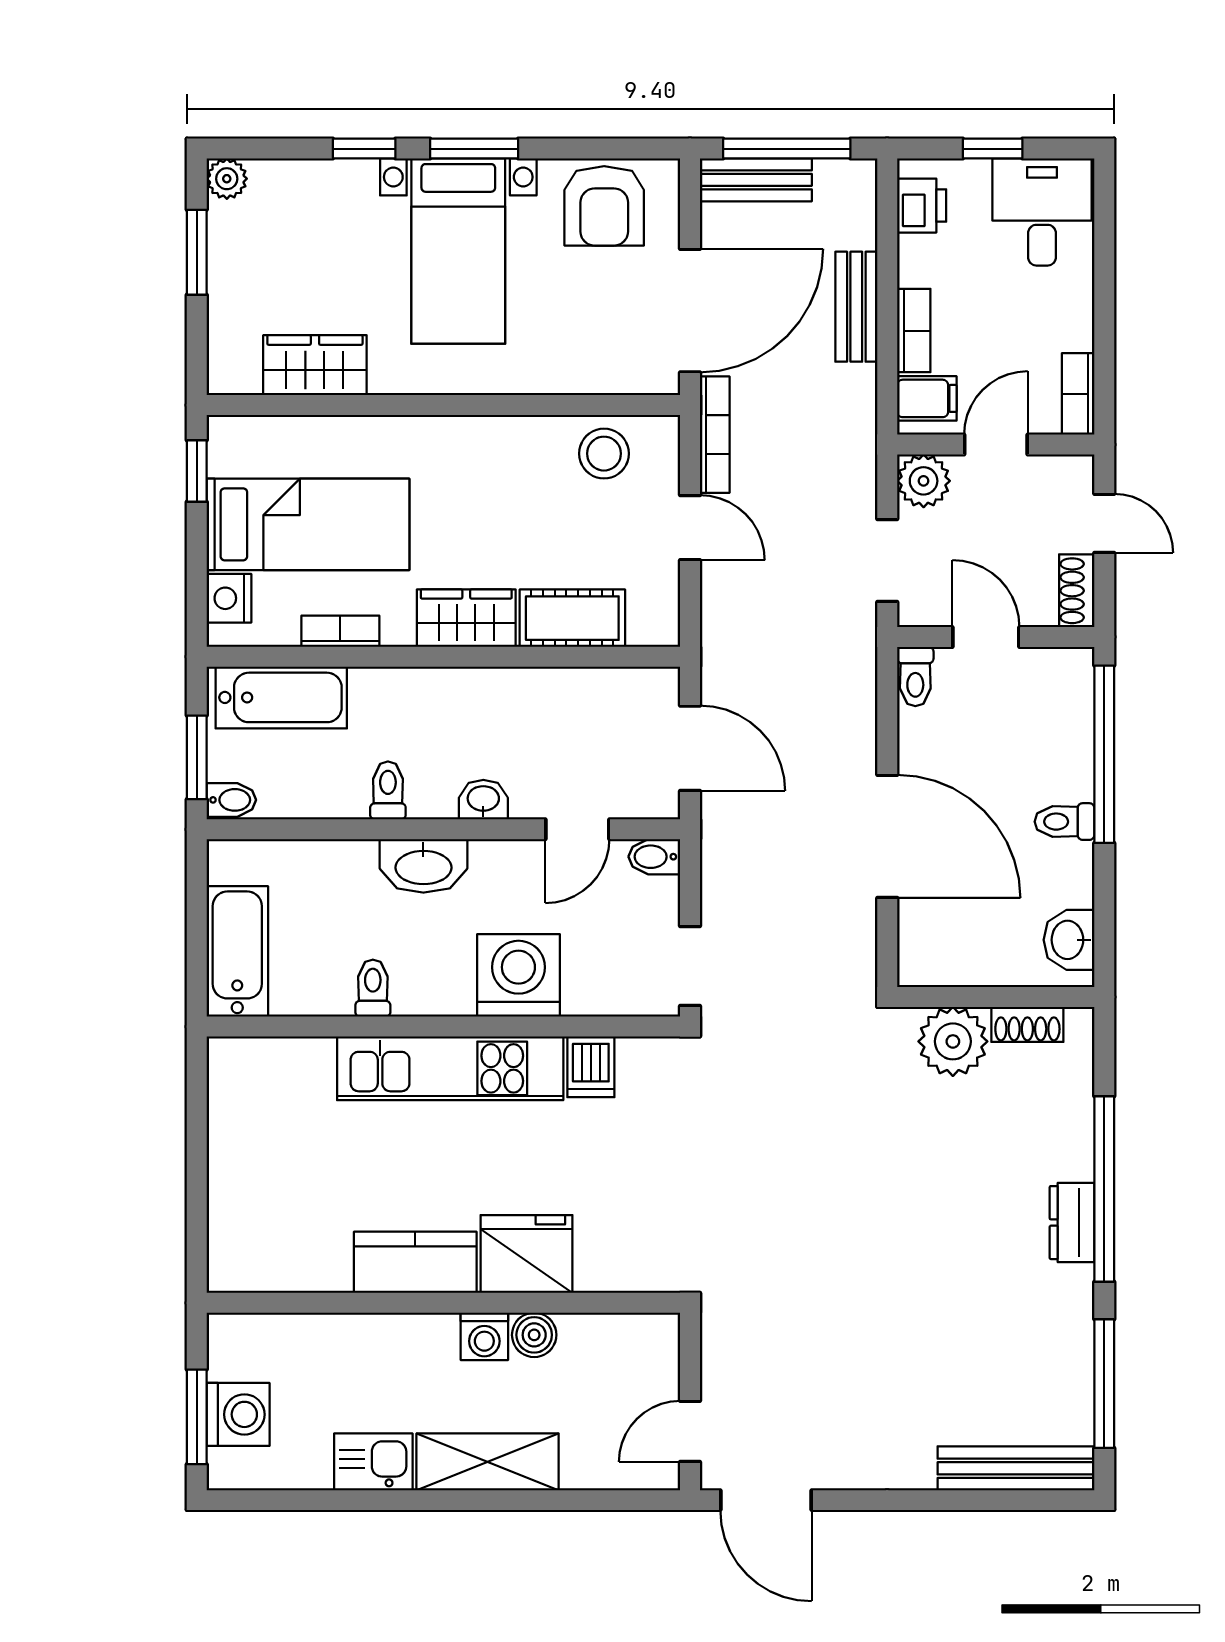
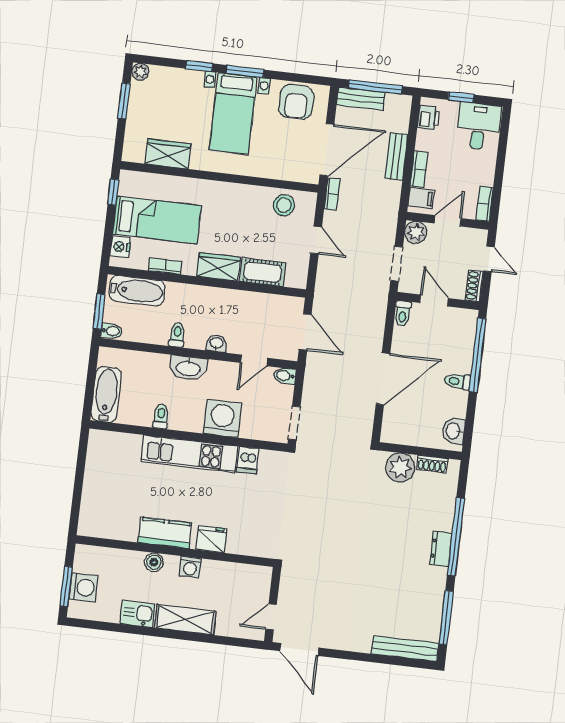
bookcase: (715, 435) -> (332, 194), width x0.64
door: (887, 836) -> (383, 379), hinge flipped
fridge: (526, 1254) -> (211, 539), width x0.73, depth x0.75
boiler: (534, 1335) -> (154, 562), moved

